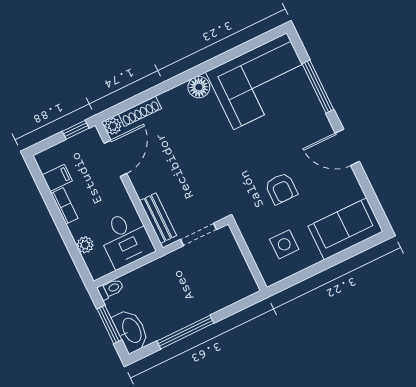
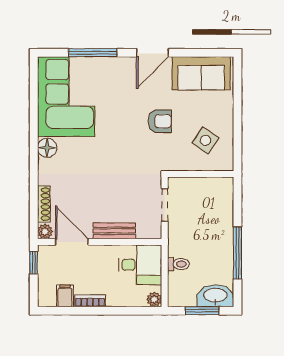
bench: (158, 218) -> (114, 231), moved
sofa: (345, 229) -> (201, 73), moved, turned -90
side table: (284, 244) -> (206, 140), turned 34
plant: (85, 245) -> (154, 299), moved
toilet: (111, 289) -> (178, 264), moved, turned 90

